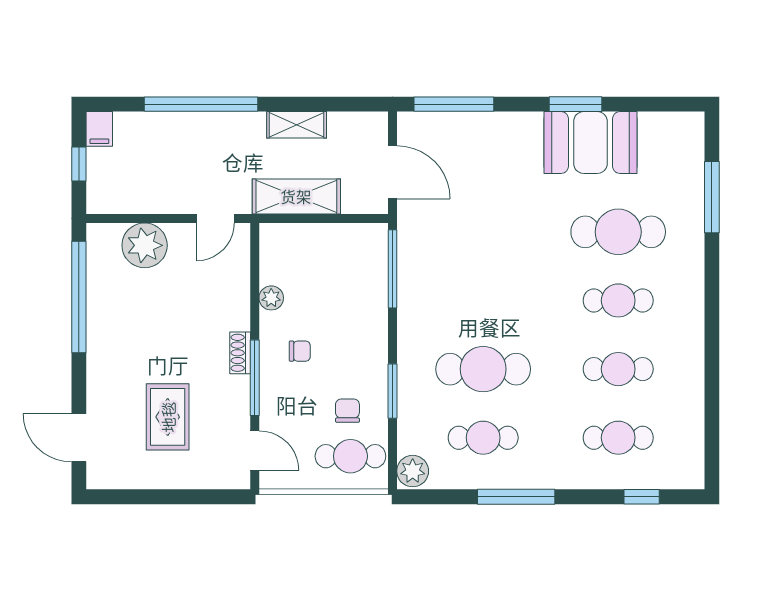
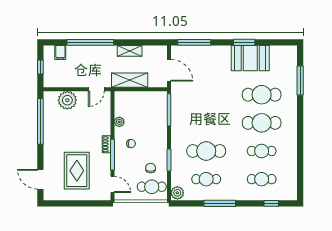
filing cabinet: (99, 129) -> (60, 53), moved
cafe table: (618, 300) -> (262, 123), width x1.37, depth x1.35
rug: (168, 417) -> (77, 171), width x1.36, depth x1.43

